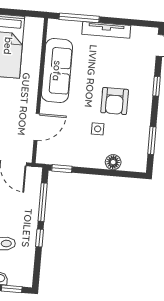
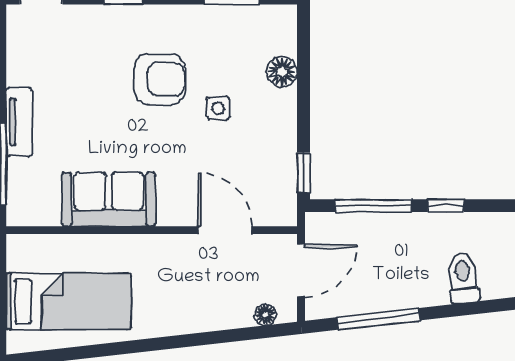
tv unit: (106, 30) -> (19, 122), width x0.71
sofa: (57, 71) -> (109, 199), width x0.73

